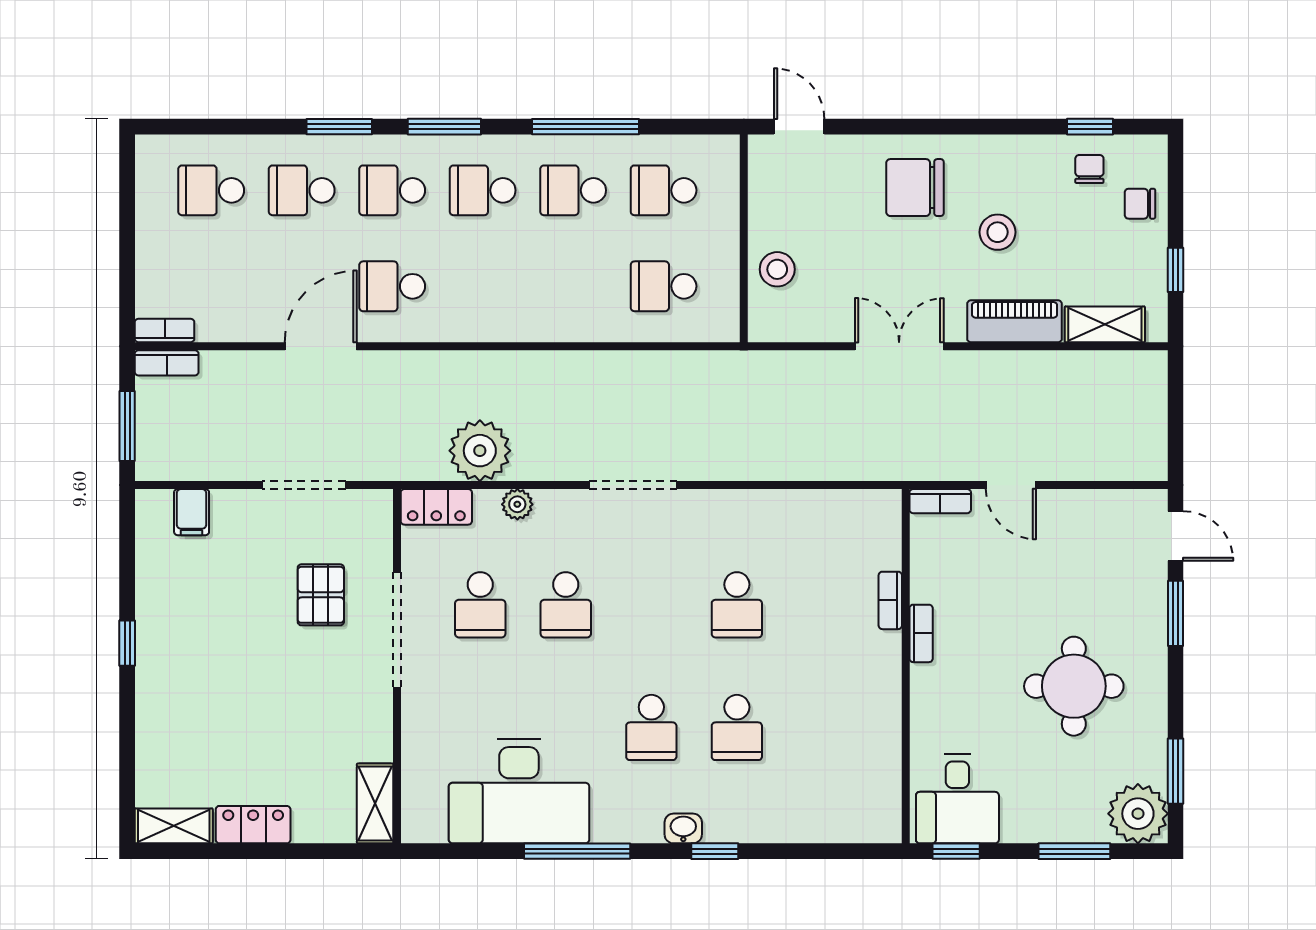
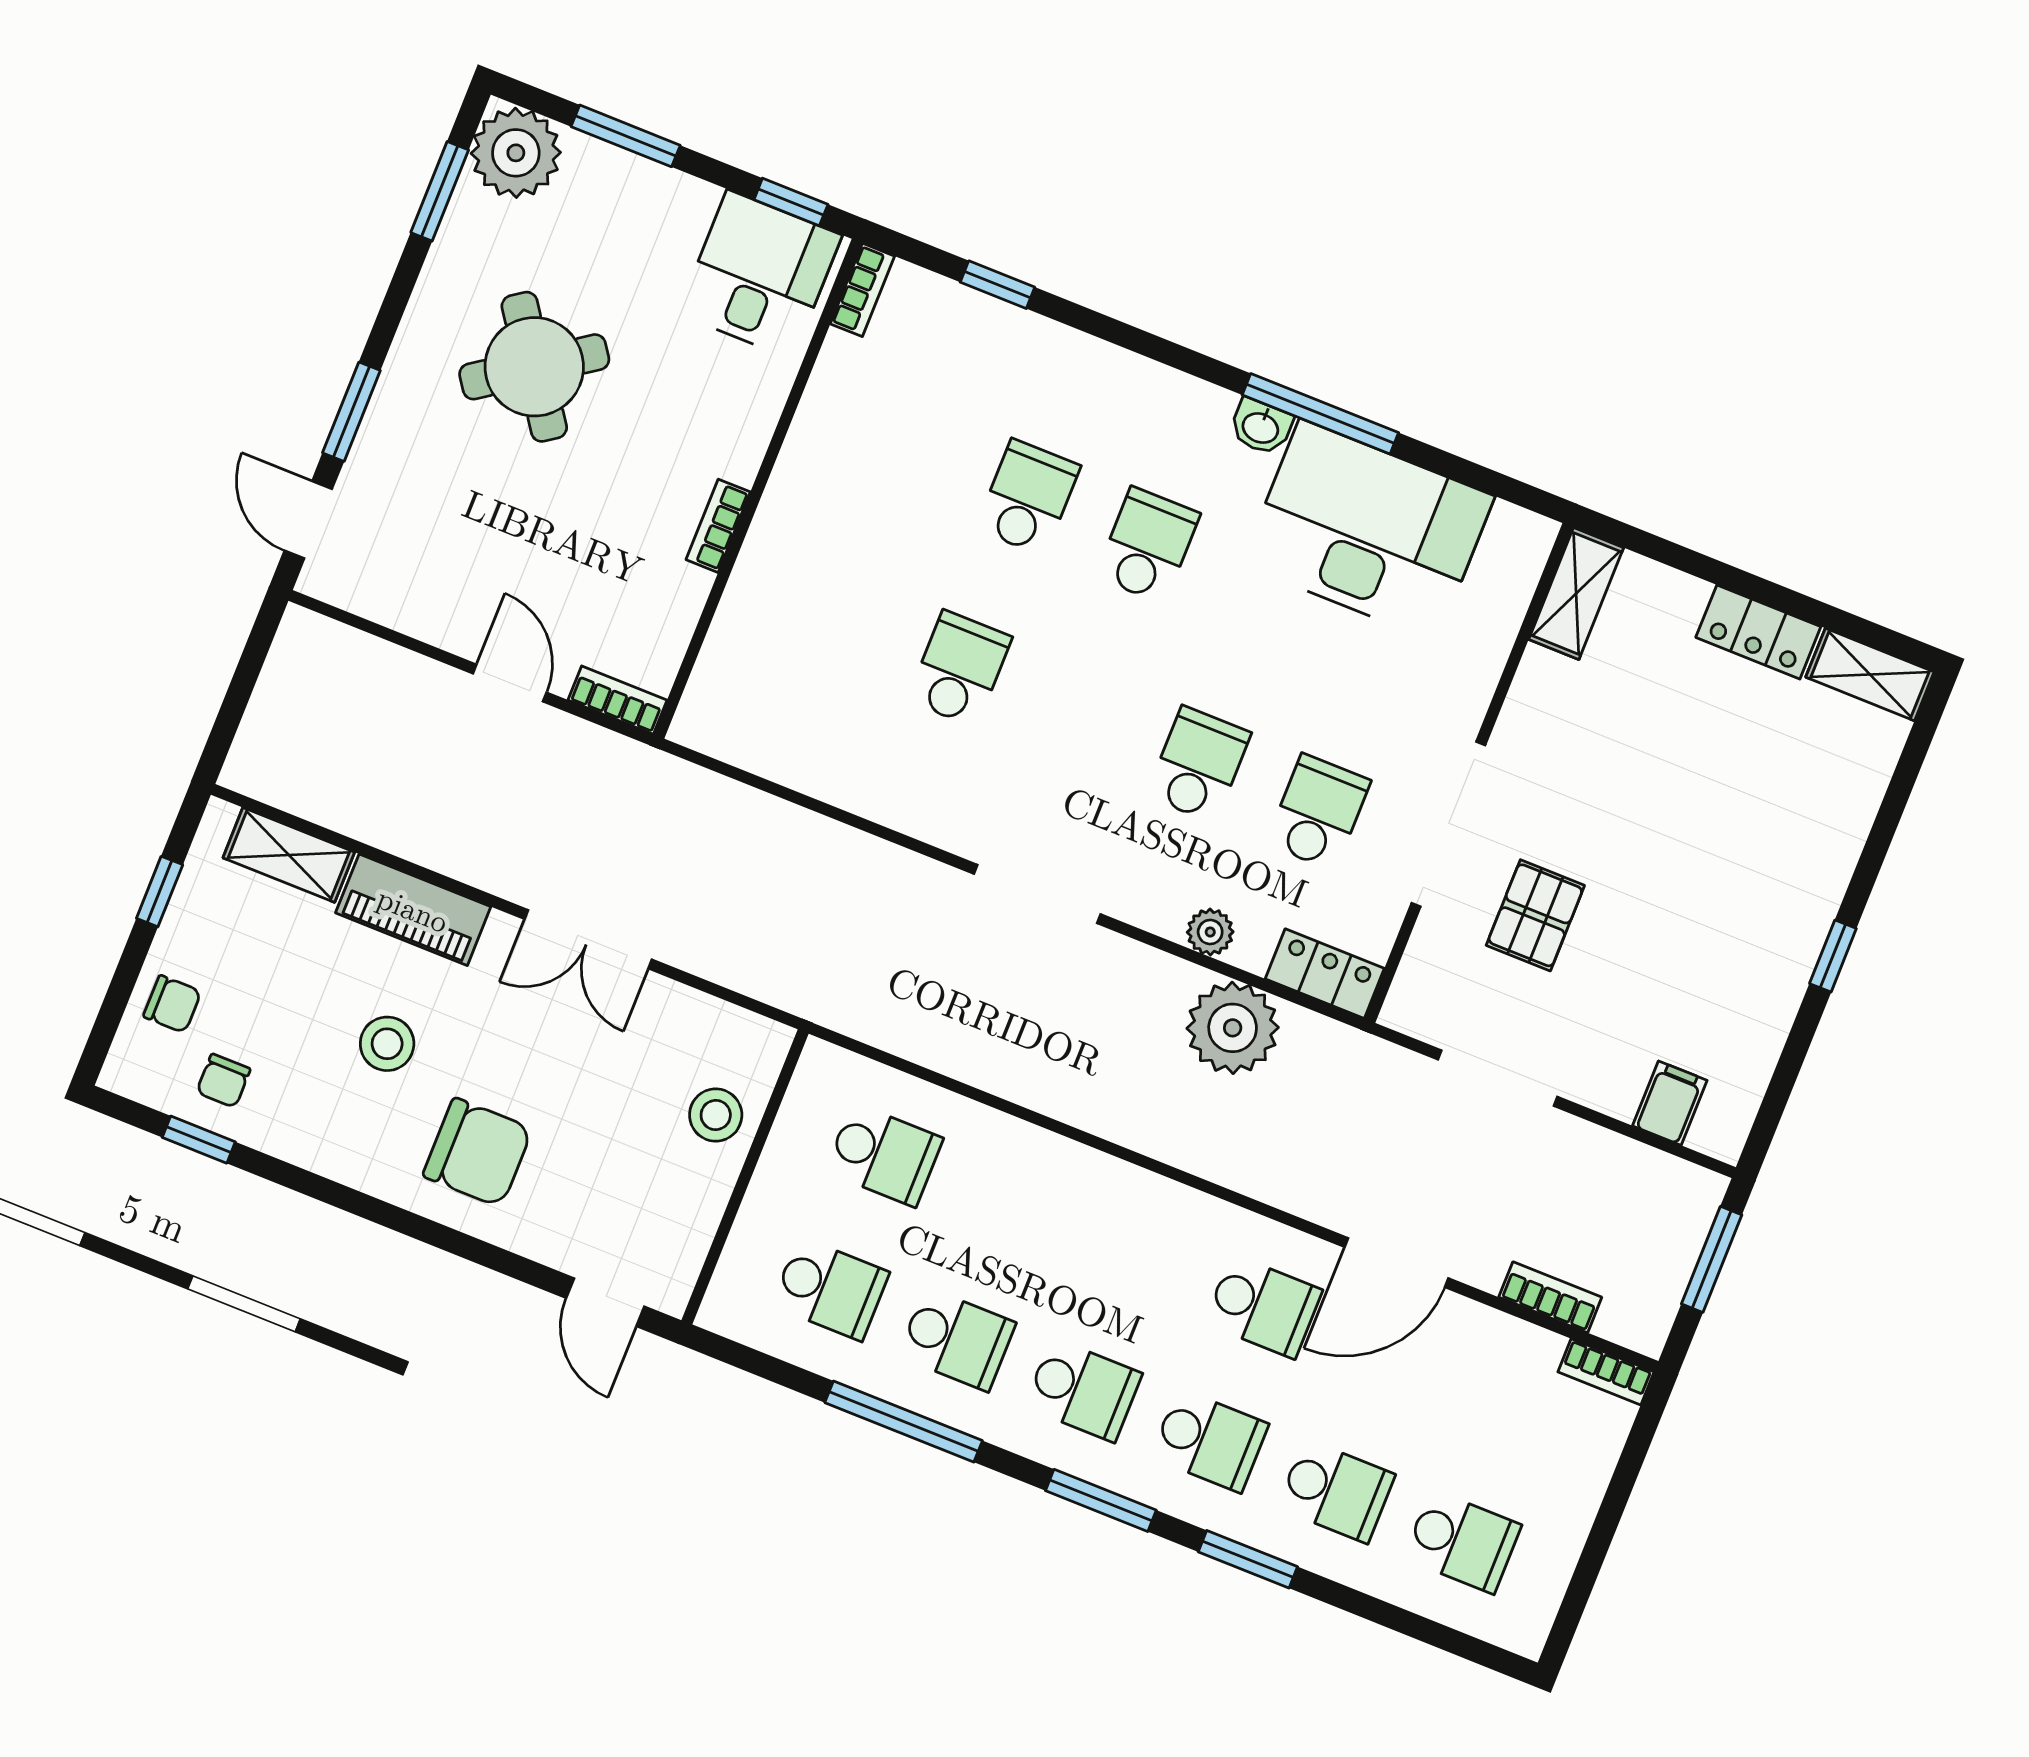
bookcase: (167, 363) -> (1550, 1297), moved
bookcase: (890, 600) -> (862, 290), moved
round table: (1074, 686) -> (534, 367), turned -35
washbasin: (683, 828) -> (1261, 427), moved
window: (715, 851) -> (997, 285), moved

